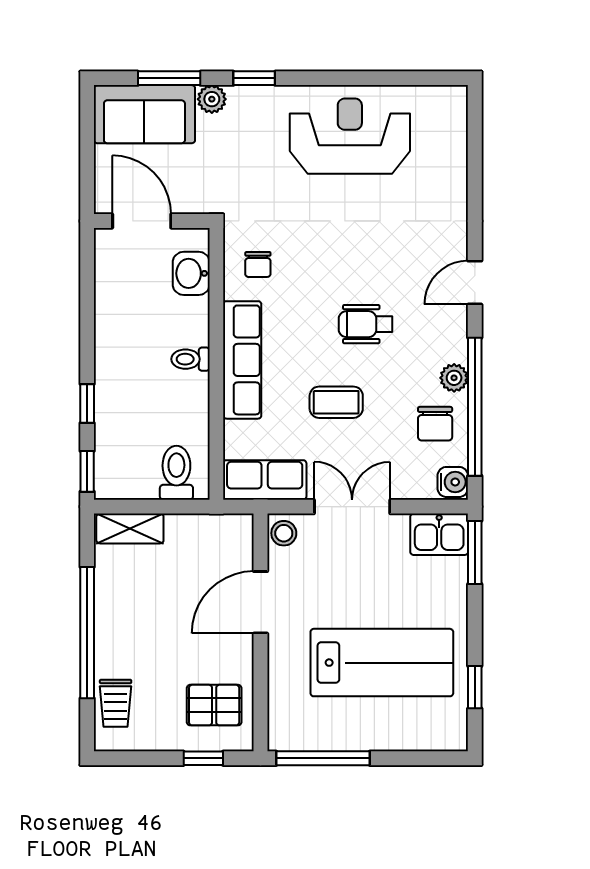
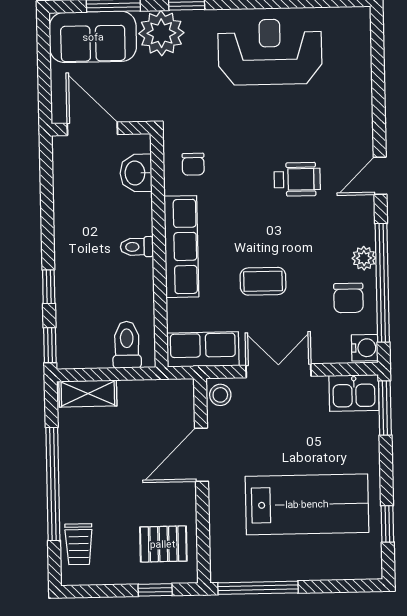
plant: (212, 99) -> (161, 33), width x1.88, depth x1.88
wheelchair: (366, 324) -> (297, 179), moved, turned 180

